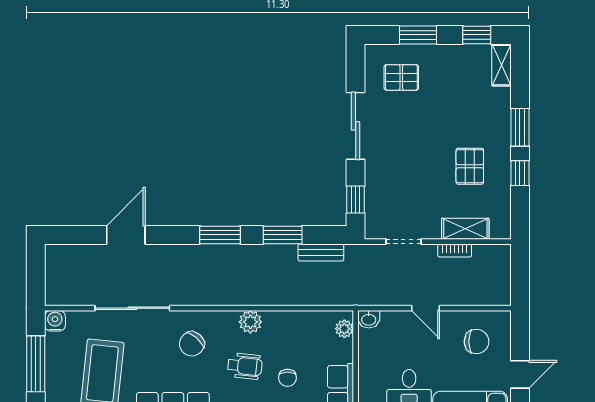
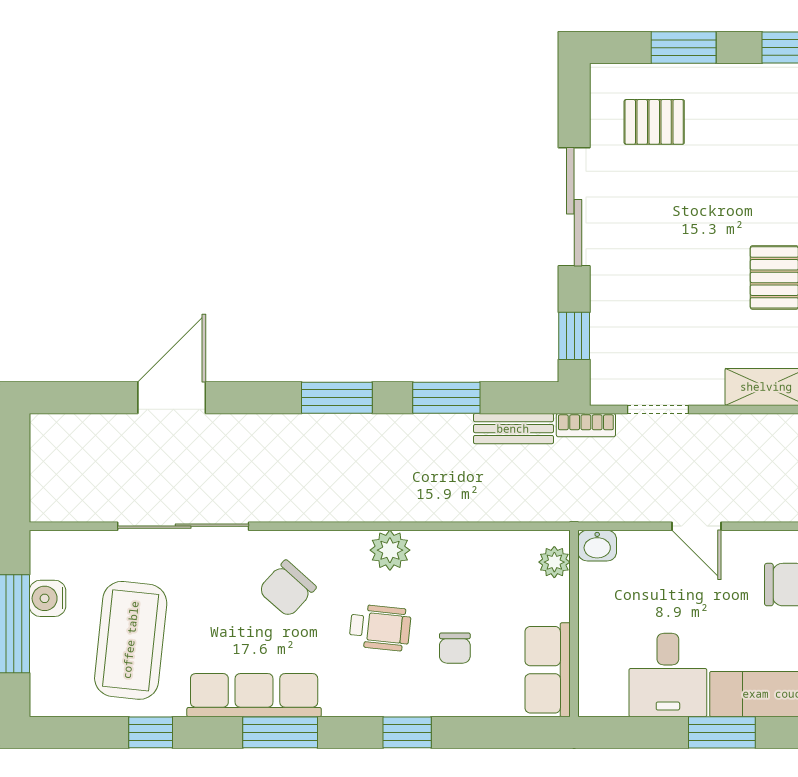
bookcase: (455, 250) -> (586, 425), moved
water cooler: (55, 321) -> (47, 598), moved, turned -90

